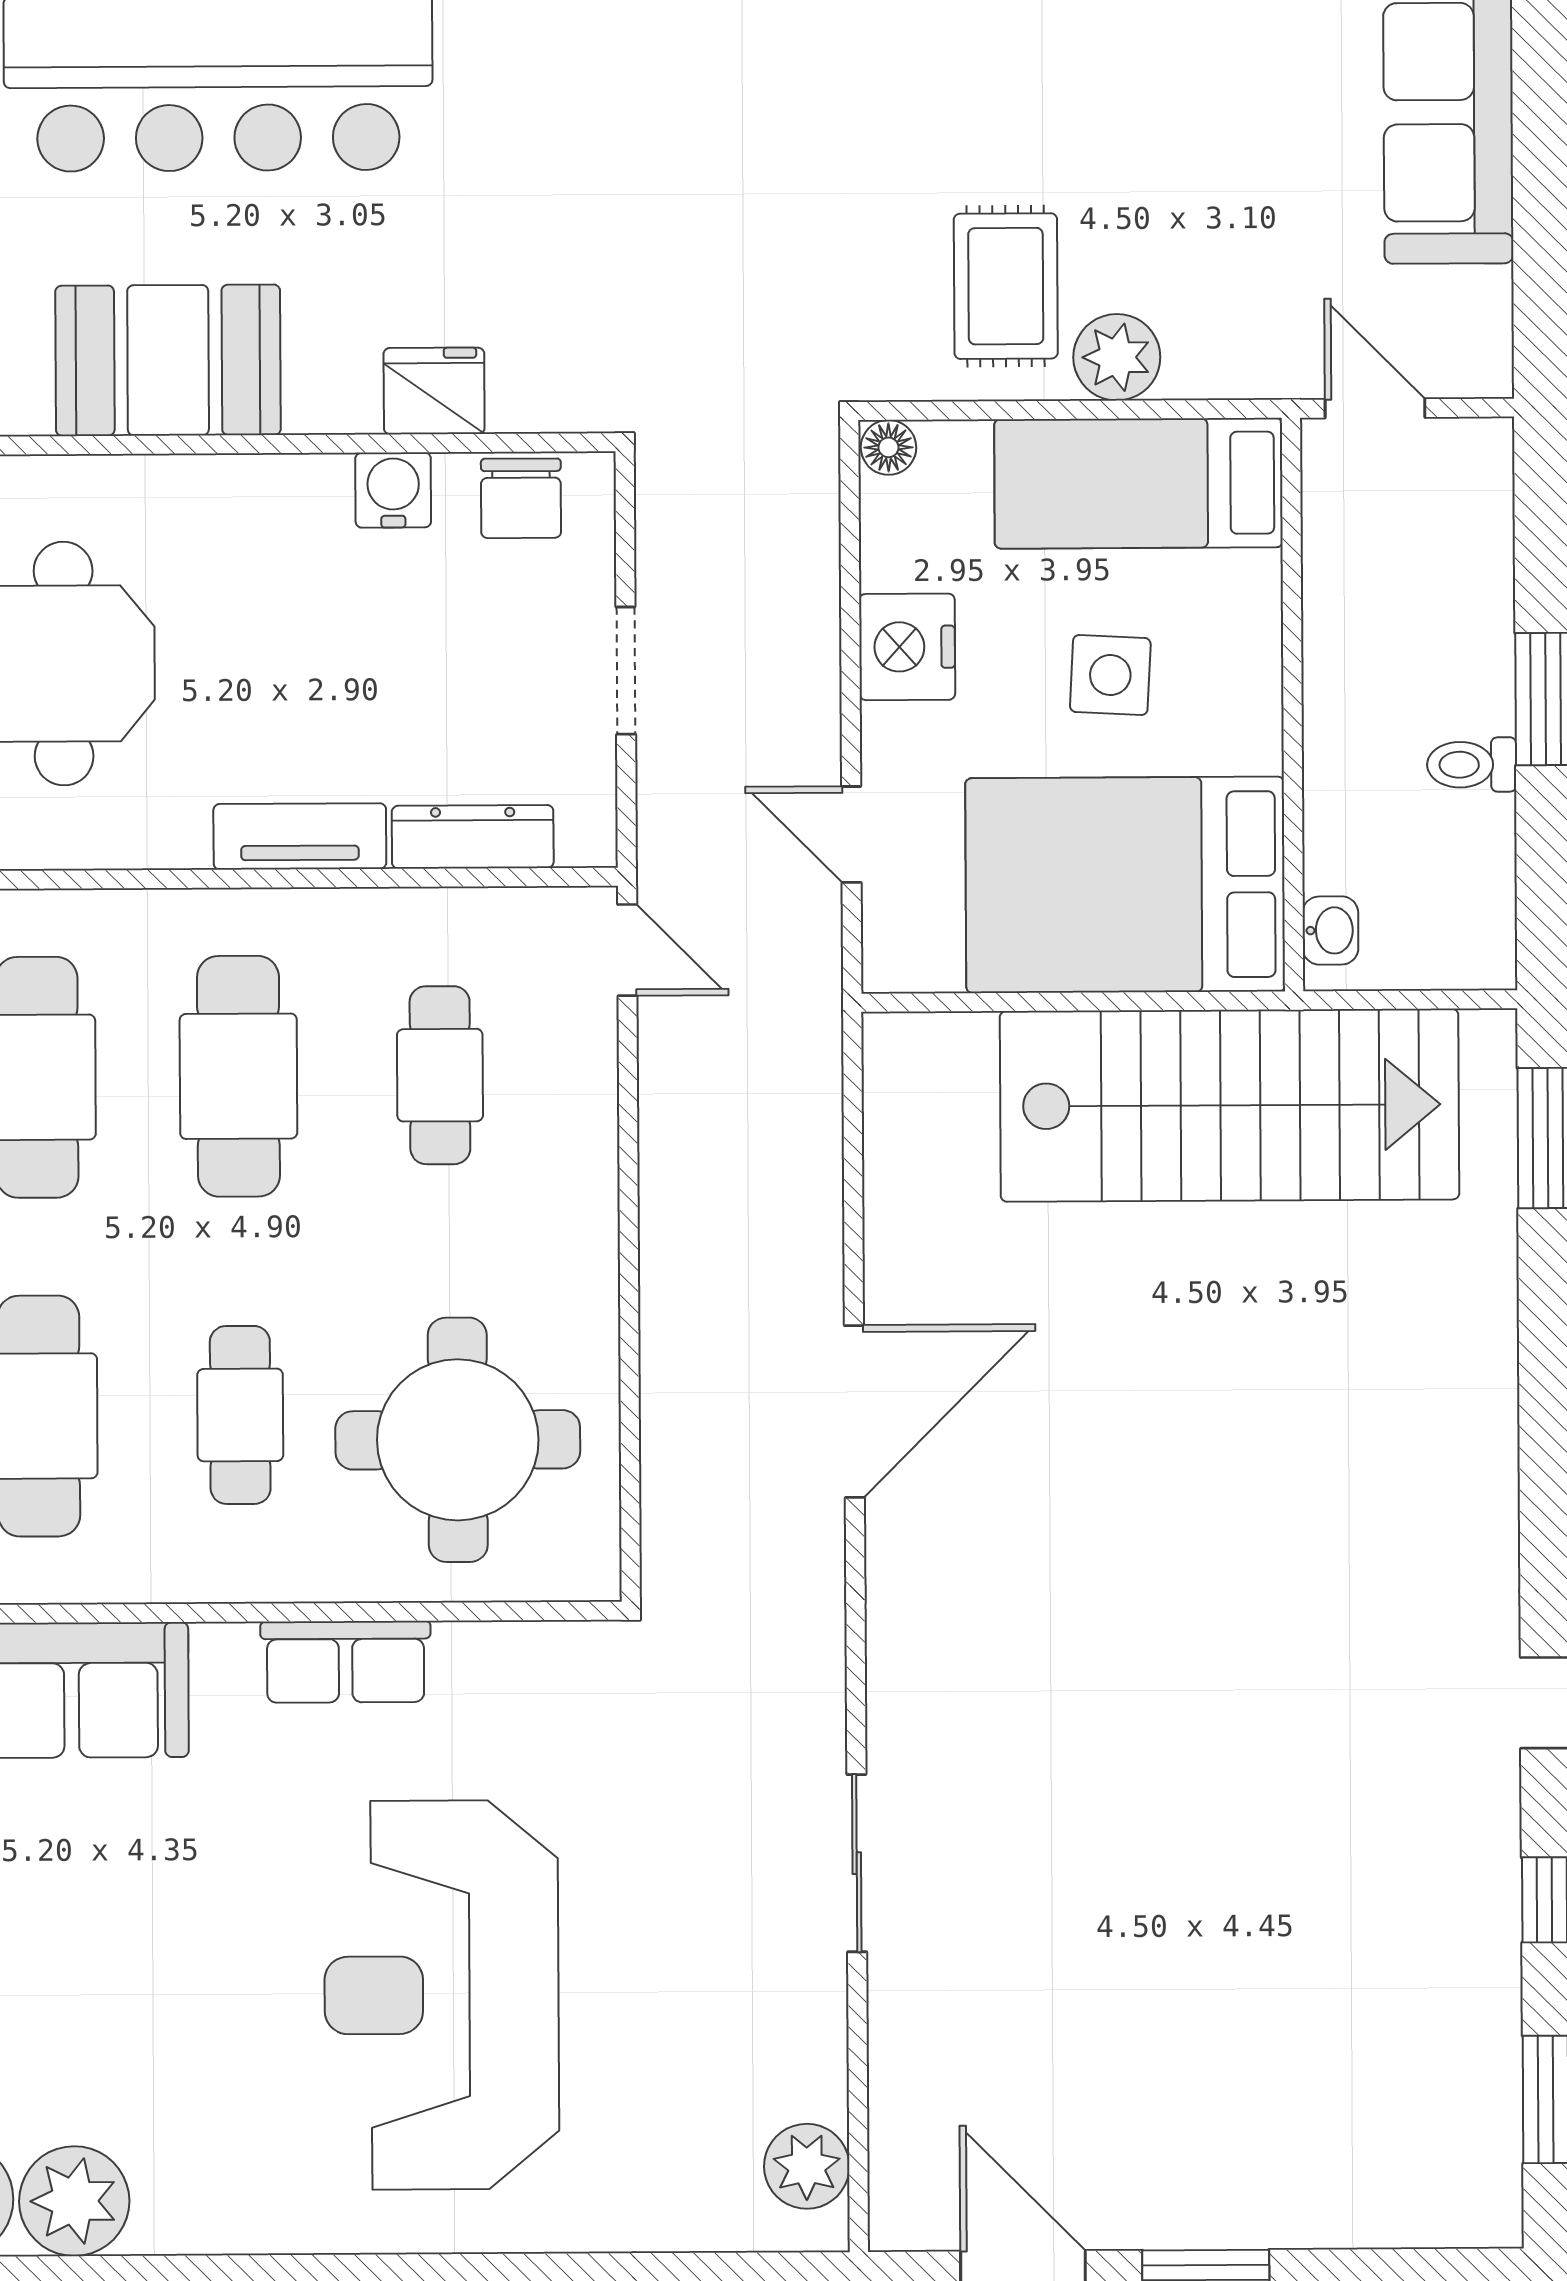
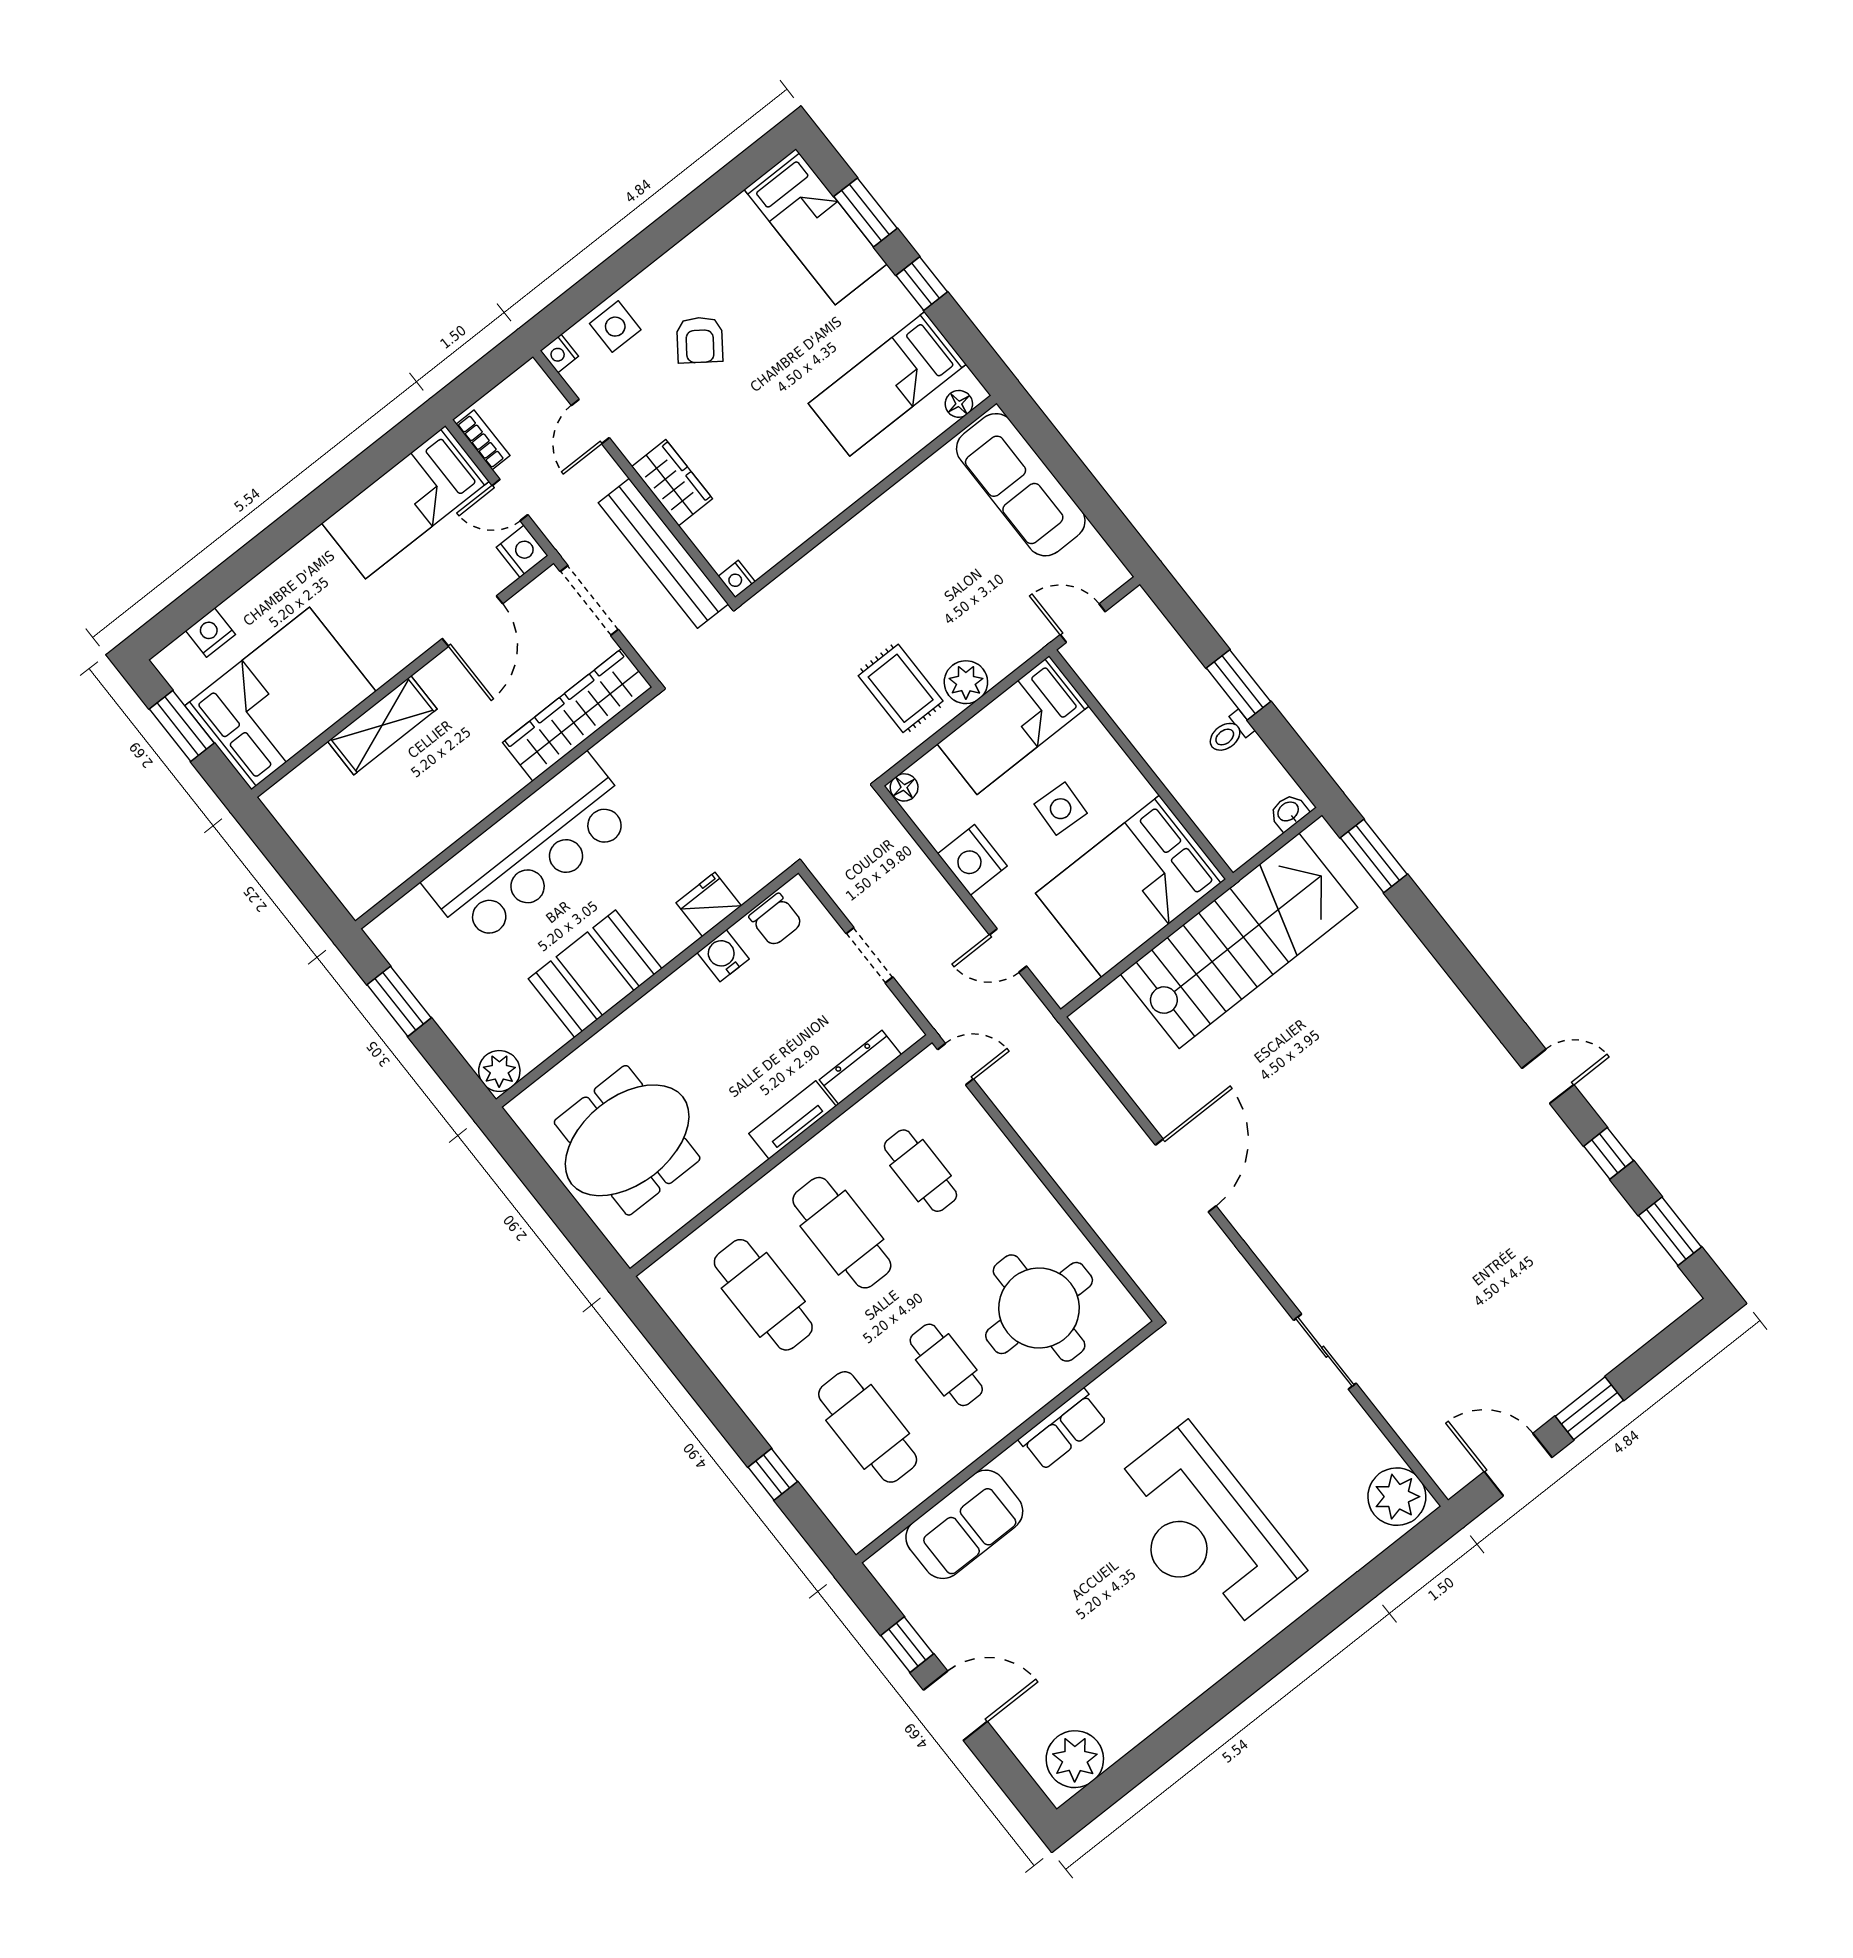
washbasin: (1330, 930) -> (1289, 812), moved, turned -90
plant: (807, 2166) -> (1397, 1497), width x1.36, depth x1.36
plant: (74, 2201) -> (1122, 1724), removed

